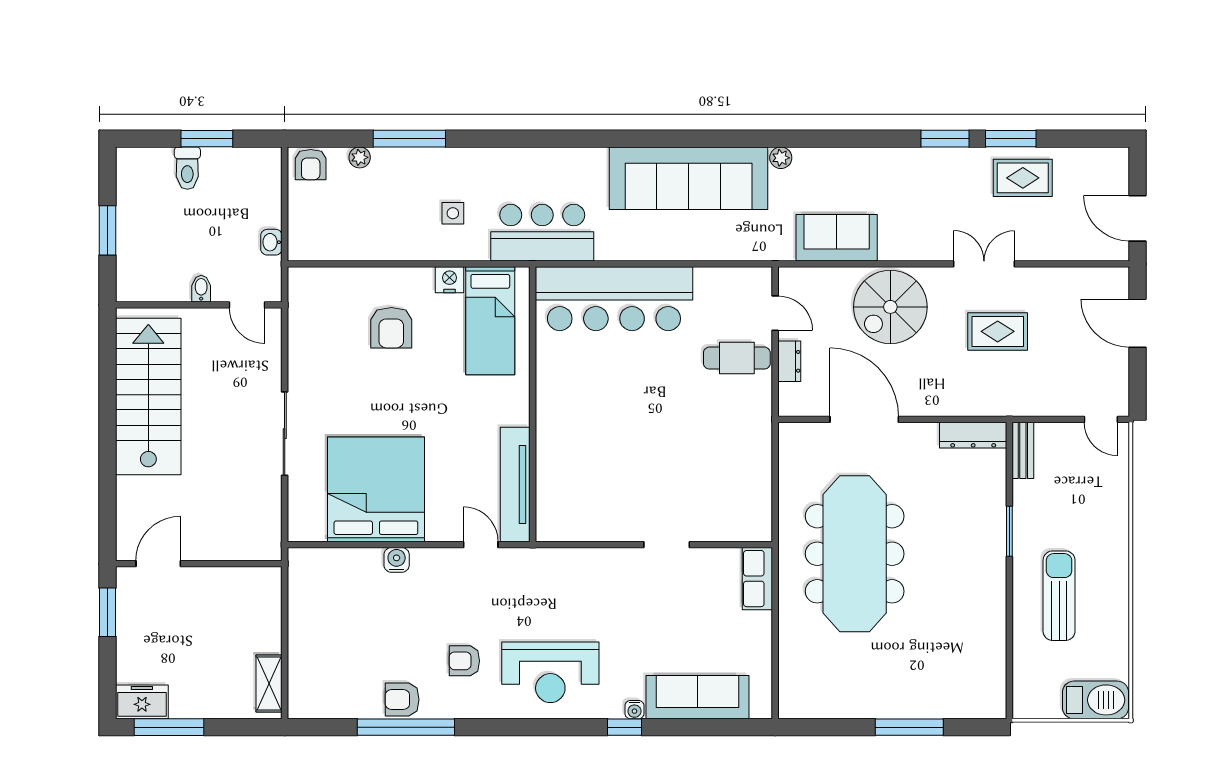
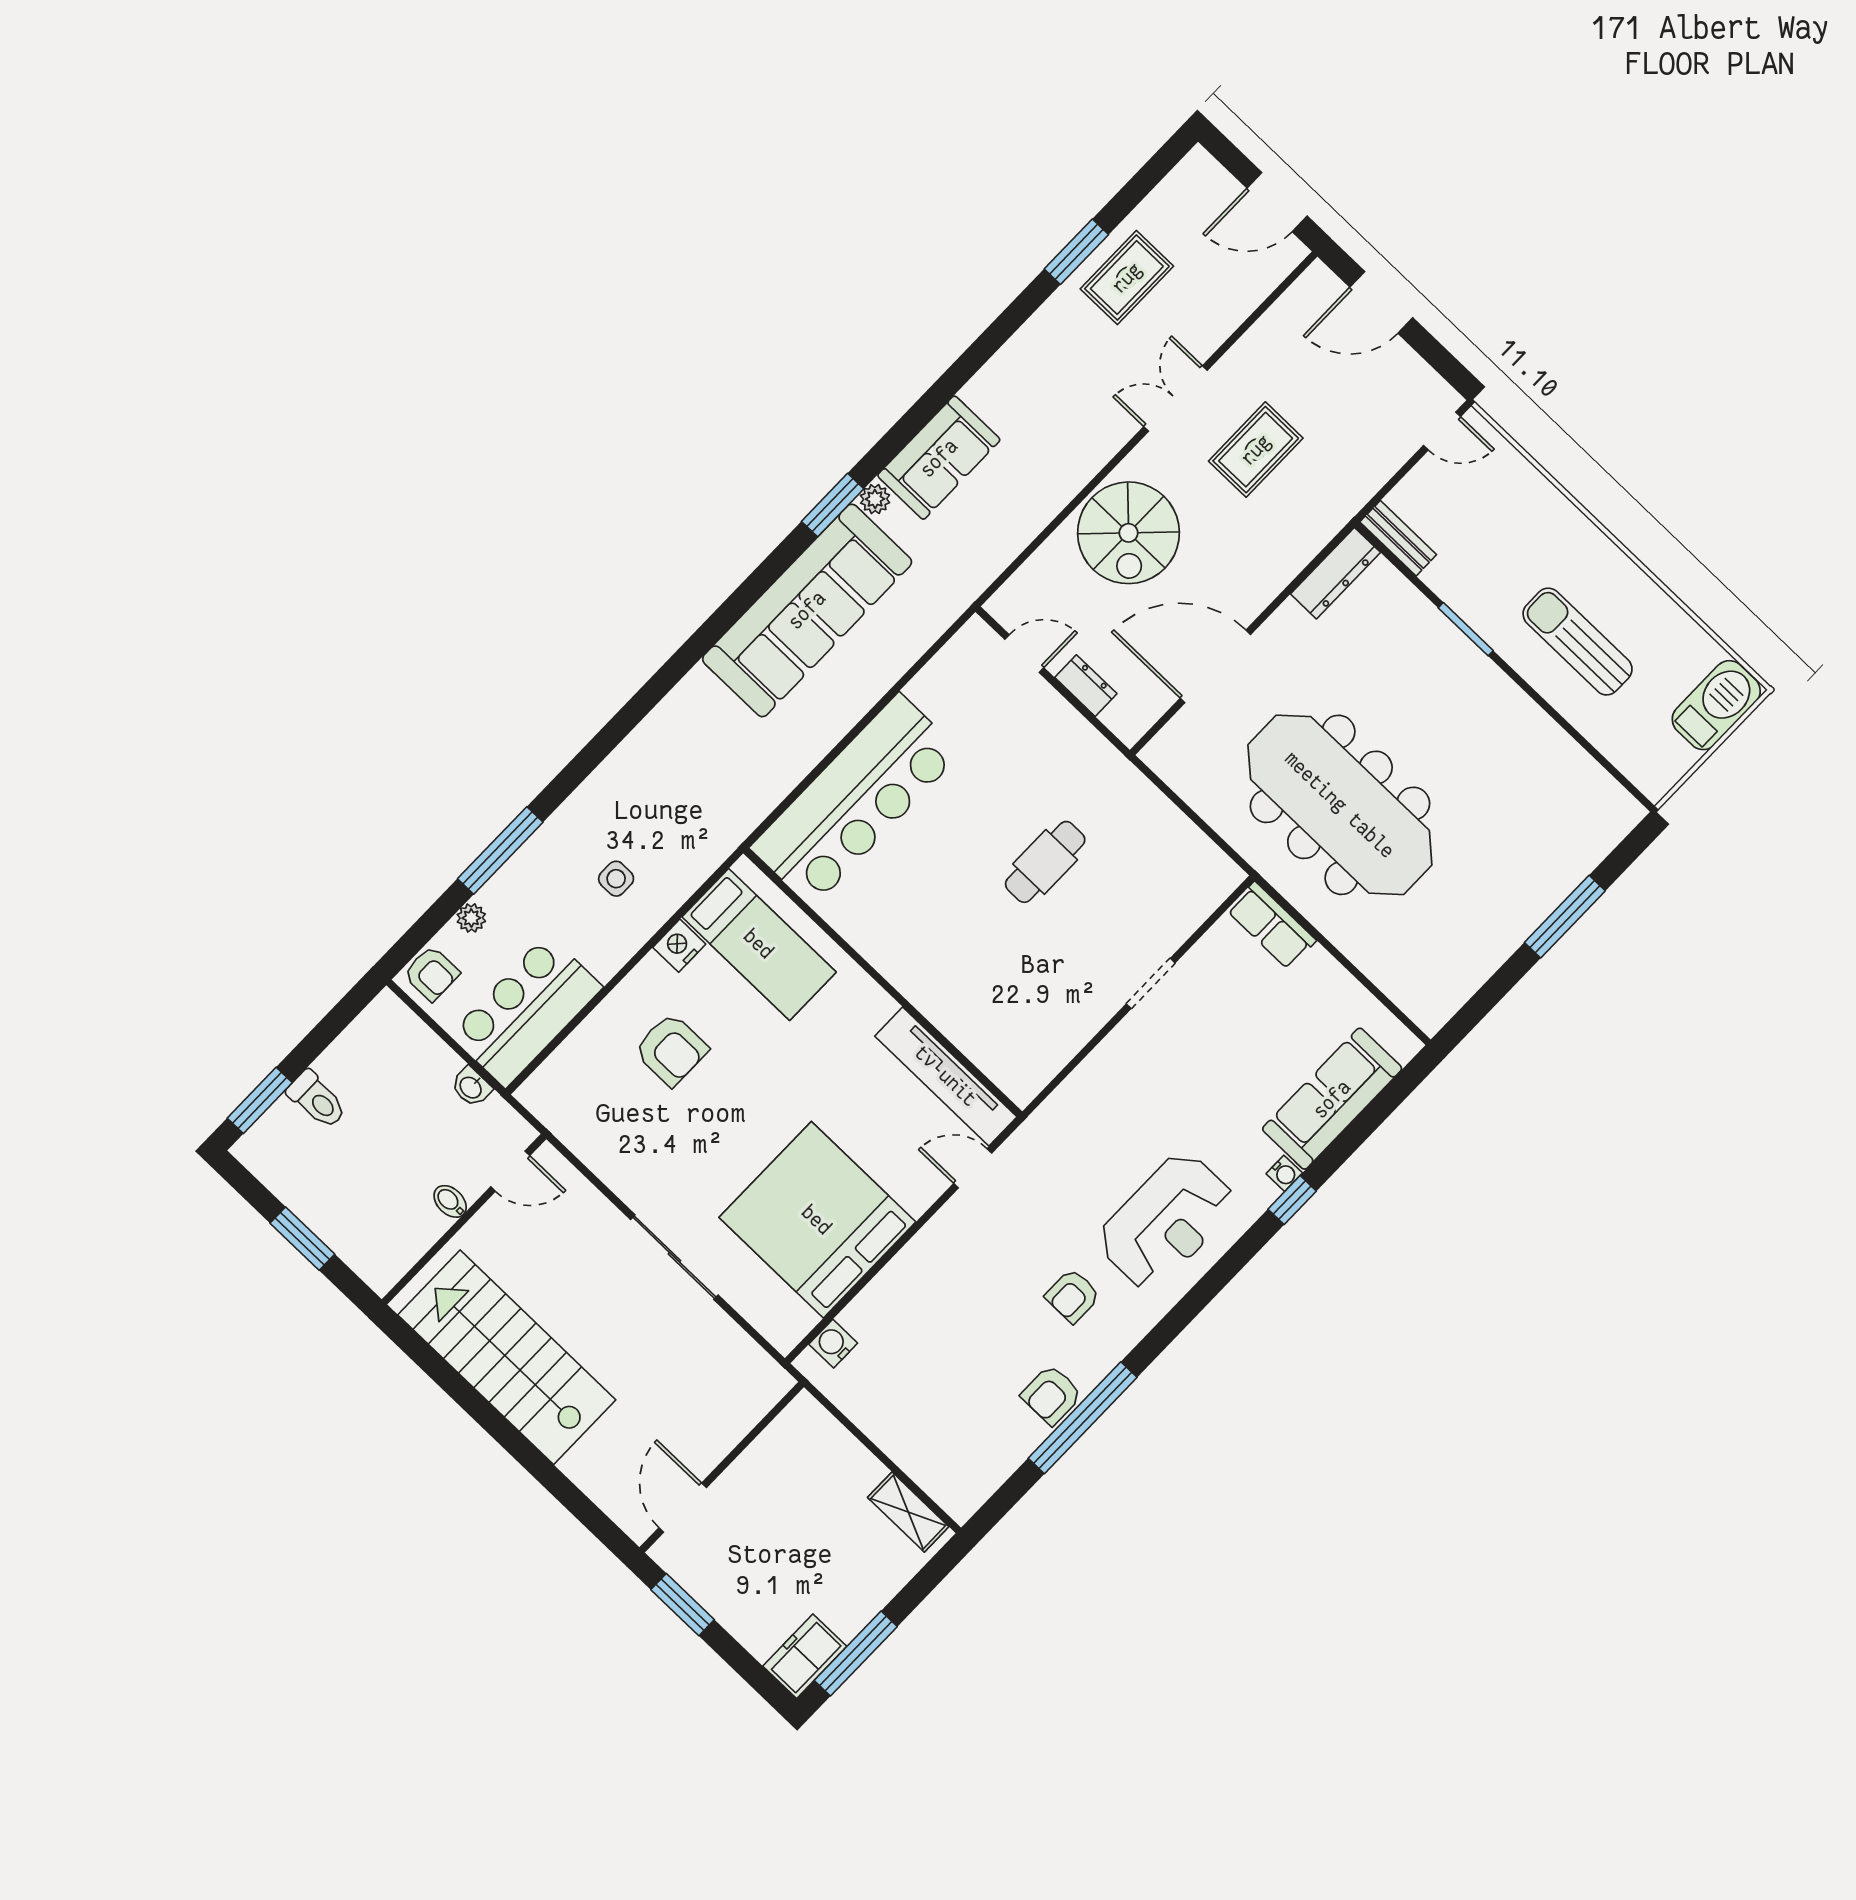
window: (207, 139) -> (260, 1100), moved
window: (945, 139) -> (833, 505), moved
bar counter: (542, 233) -> (526, 1011), moved
sofa: (837, 238) -> (939, 458), moved, turned 180
cafe table: (737, 358) -> (1045, 862), moved
water cooler: (397, 560) -> (833, 1344), moved

